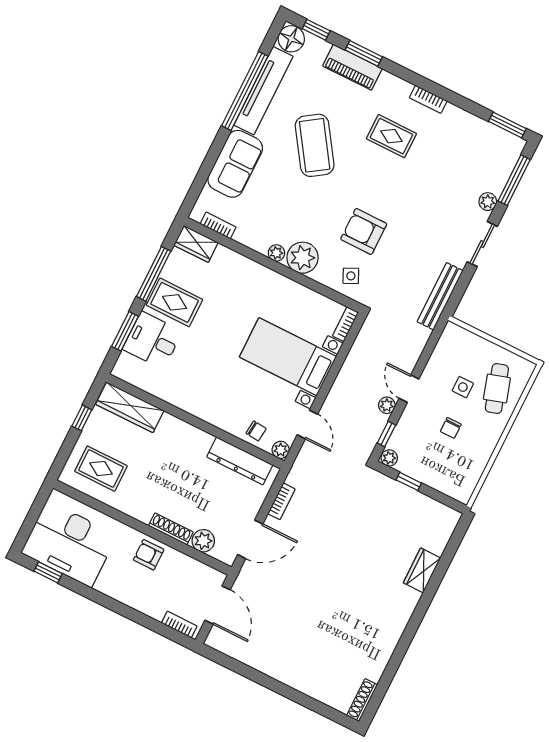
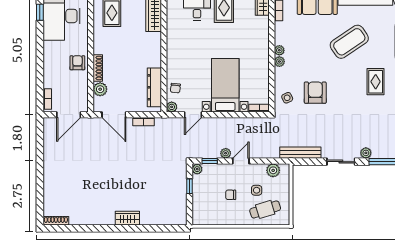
plant: (302, 258) -> (279, 62), width x0.53, depth x0.53
plant: (446, 349) -> (273, 170), added
wardrobe: (422, 570) -> (127, 218), moved

